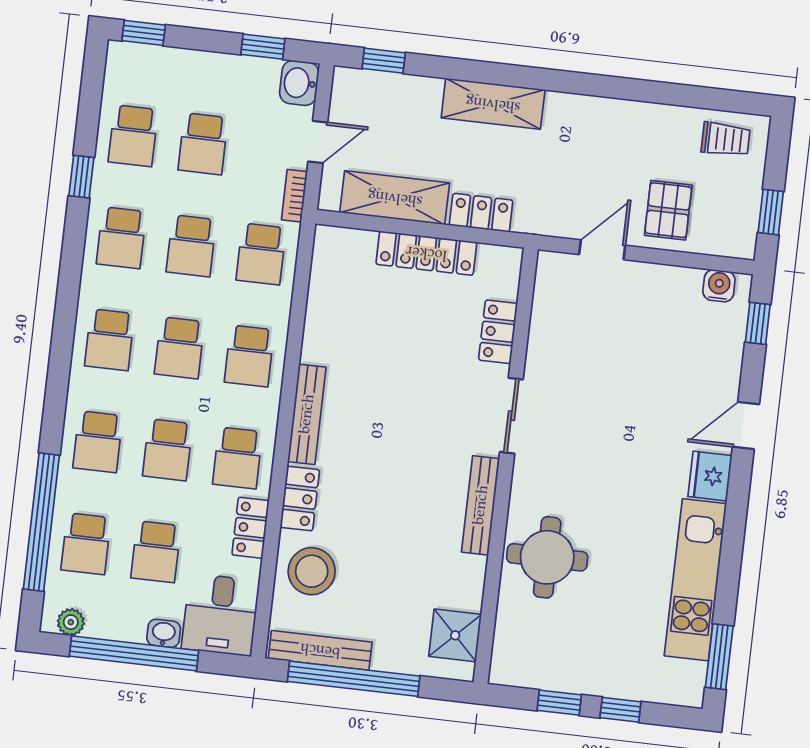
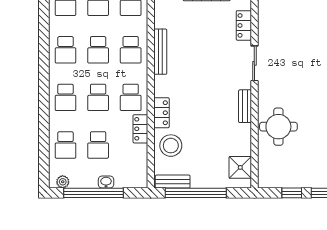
bench: (307, 414) -> (160, 52), moved
bench: (481, 505) -> (245, 106), width x0.73
window: (41, 522) -> (44, 137), removed
desk: (221, 615) -> (131, 170), removed
bench: (320, 650) -> (173, 182), width x0.73

